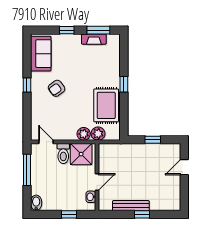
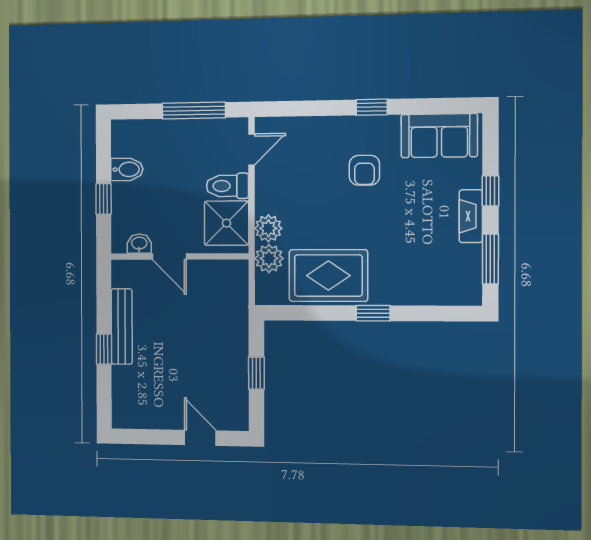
fireplace: (94, 39) -> (471, 216), moved
armchair: (57, 88) -> (364, 170), turned -144
bidet: (36, 203) -> (127, 169), moved

